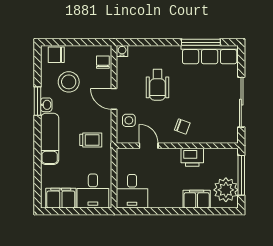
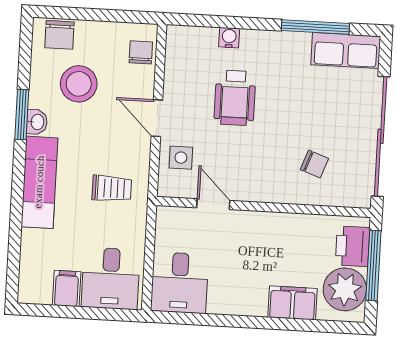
water cooler: (122, 51) -> (229, 38), moved
chair: (56, 55) -> (59, 35), turned -90
row of seats: (210, 55) -> (346, 51), width x0.68
sliding door: (241, 102) -> (381, 136), width x1.36
chair: (182, 126) -> (314, 164), moved
printer: (192, 157) -> (353, 246), moved, turned 90
filing cabinet: (61, 198) -> (67, 289), width x0.50

